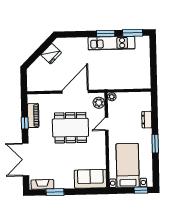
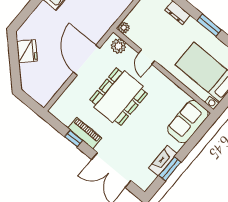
piano: (33, 116) -> (85, 133), moved
fireplace: (42, 184) -> (163, 161), moved

